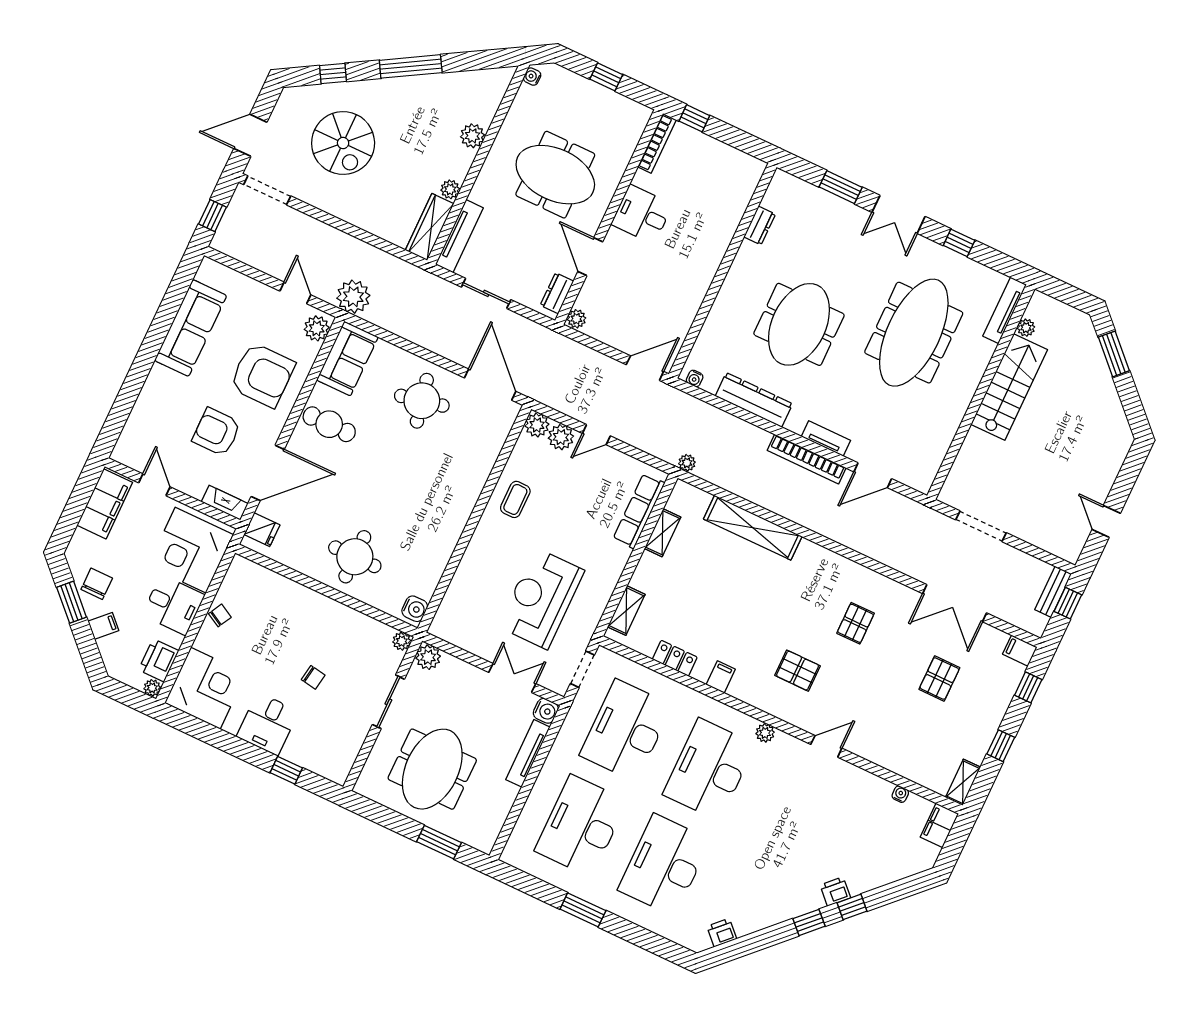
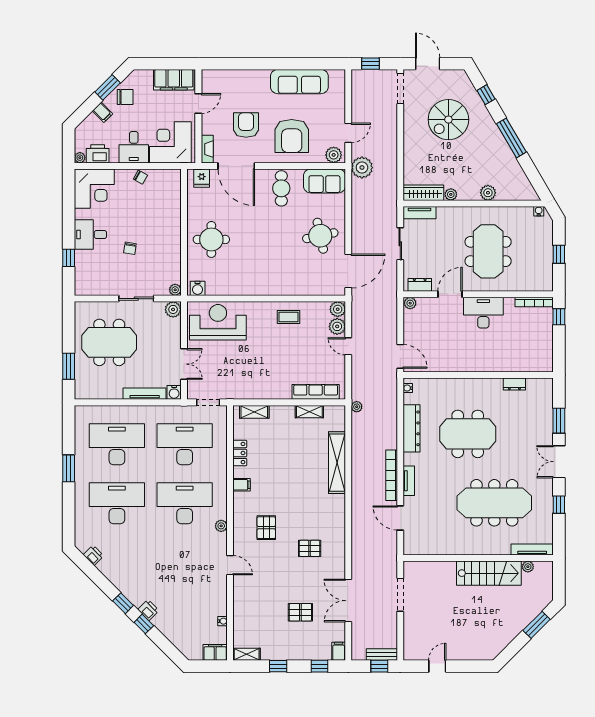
desk: (642, 214) -> (483, 313), width x1.37
tv unit: (459, 236) -> (419, 213), width x0.71
reception desk: (541, 599) -> (218, 322), moved

